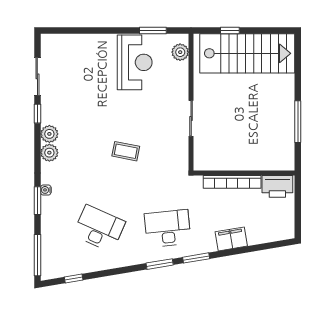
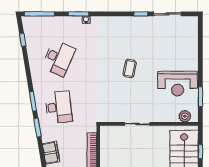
plant: (49, 134) -> (126, 22), removed
coffee table: (126, 151) -> (130, 68), moved
plant: (49, 153) -> (113, 22), removed

